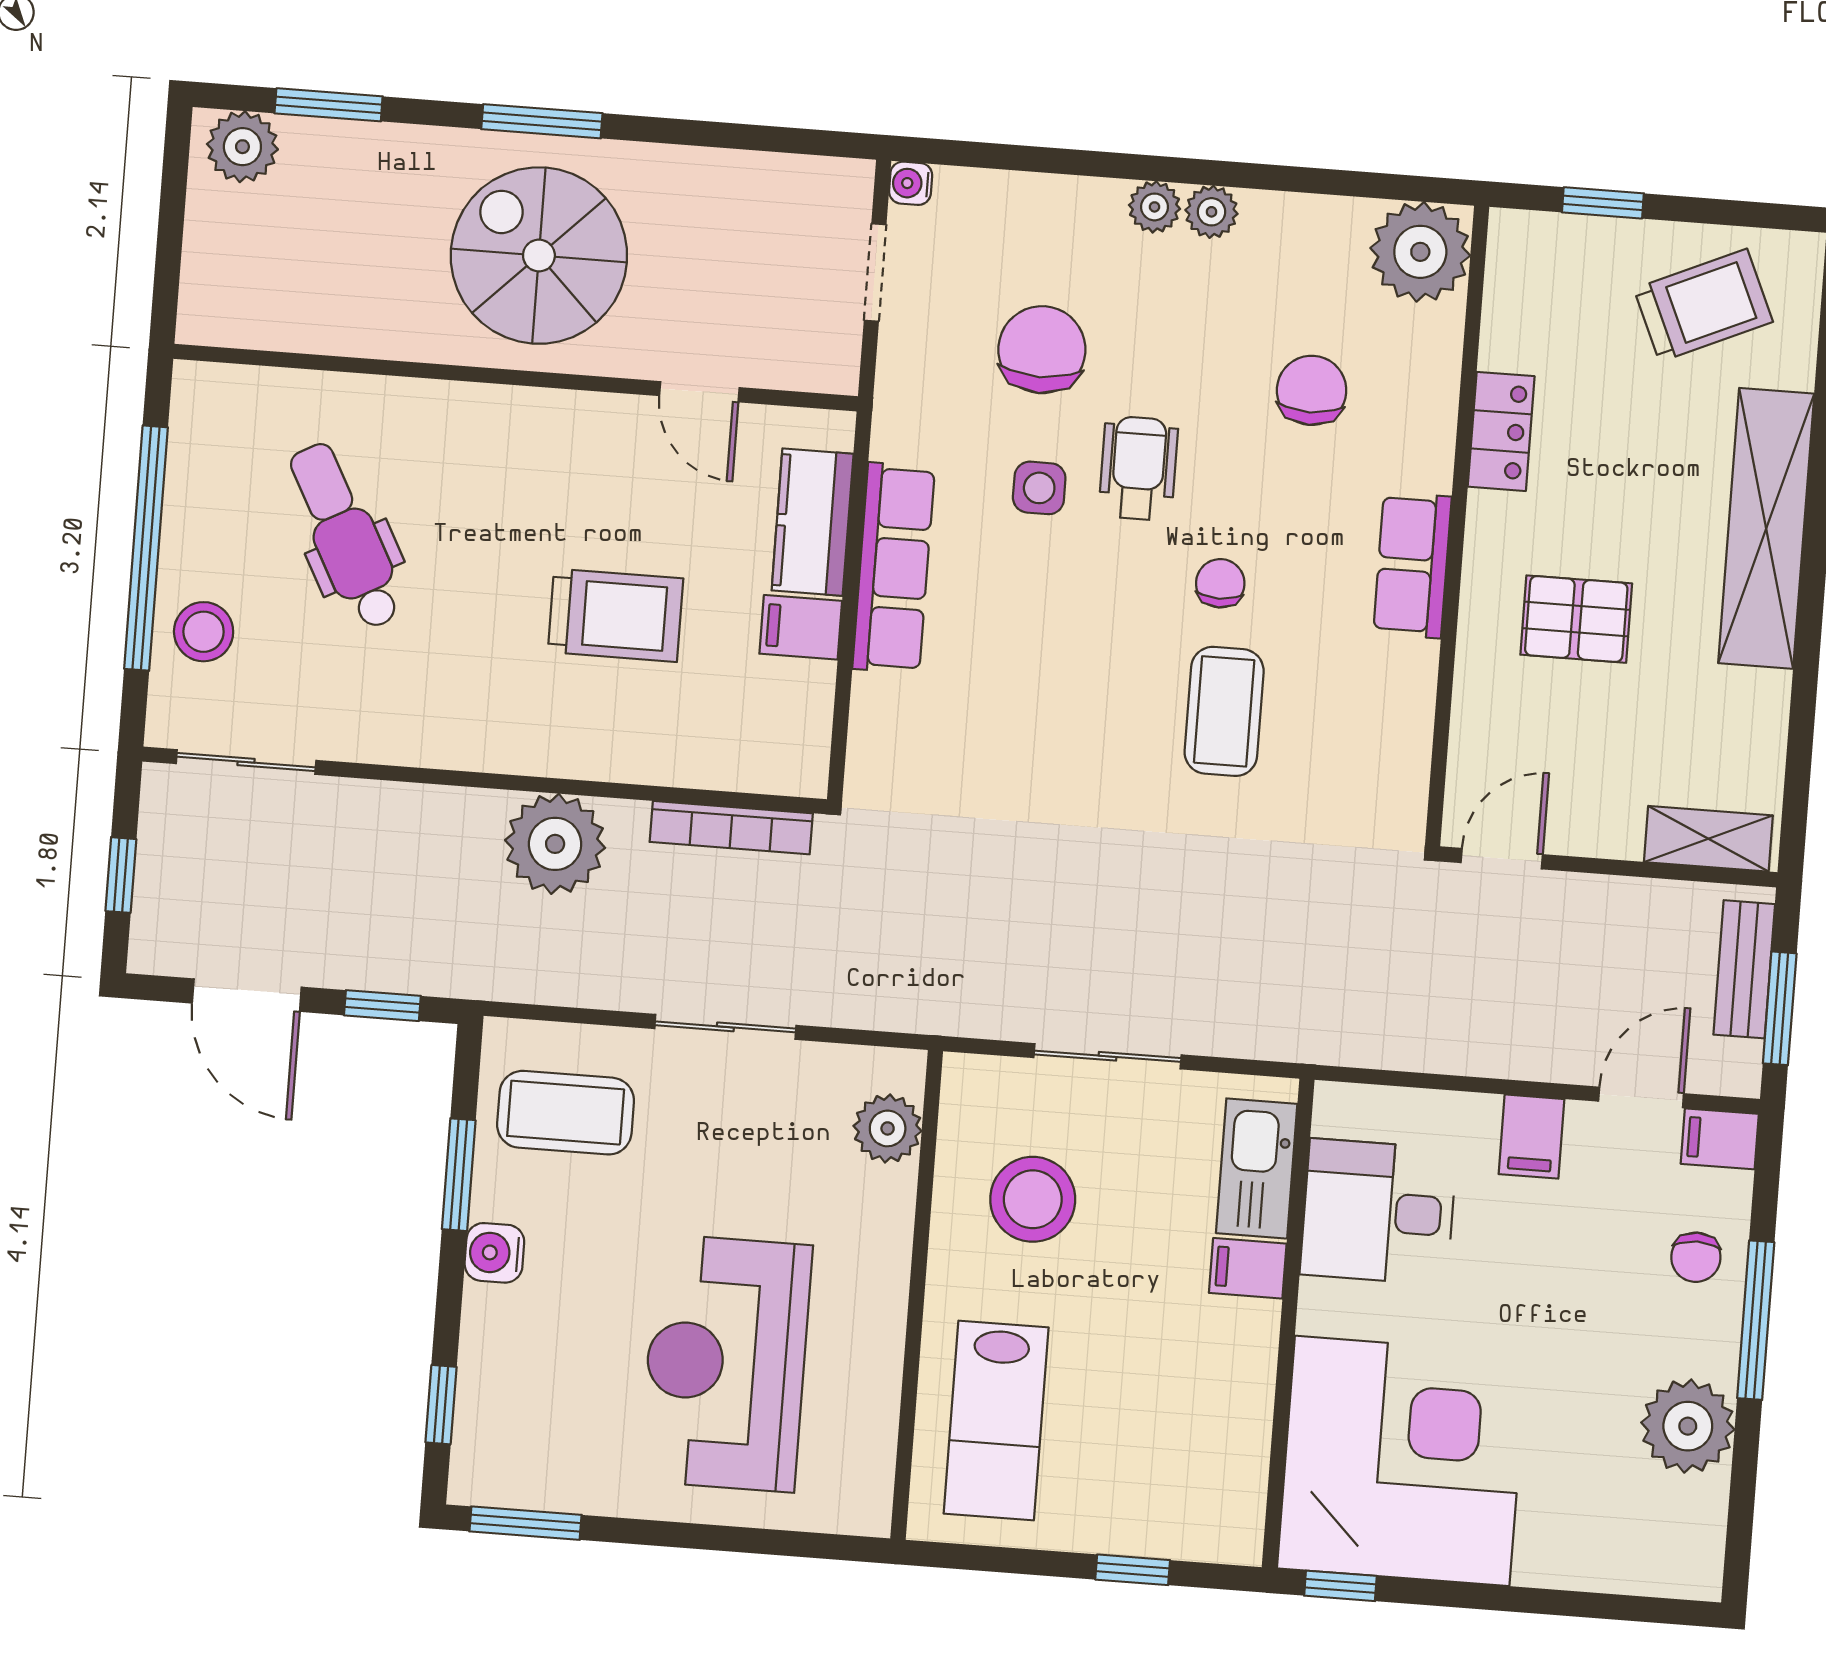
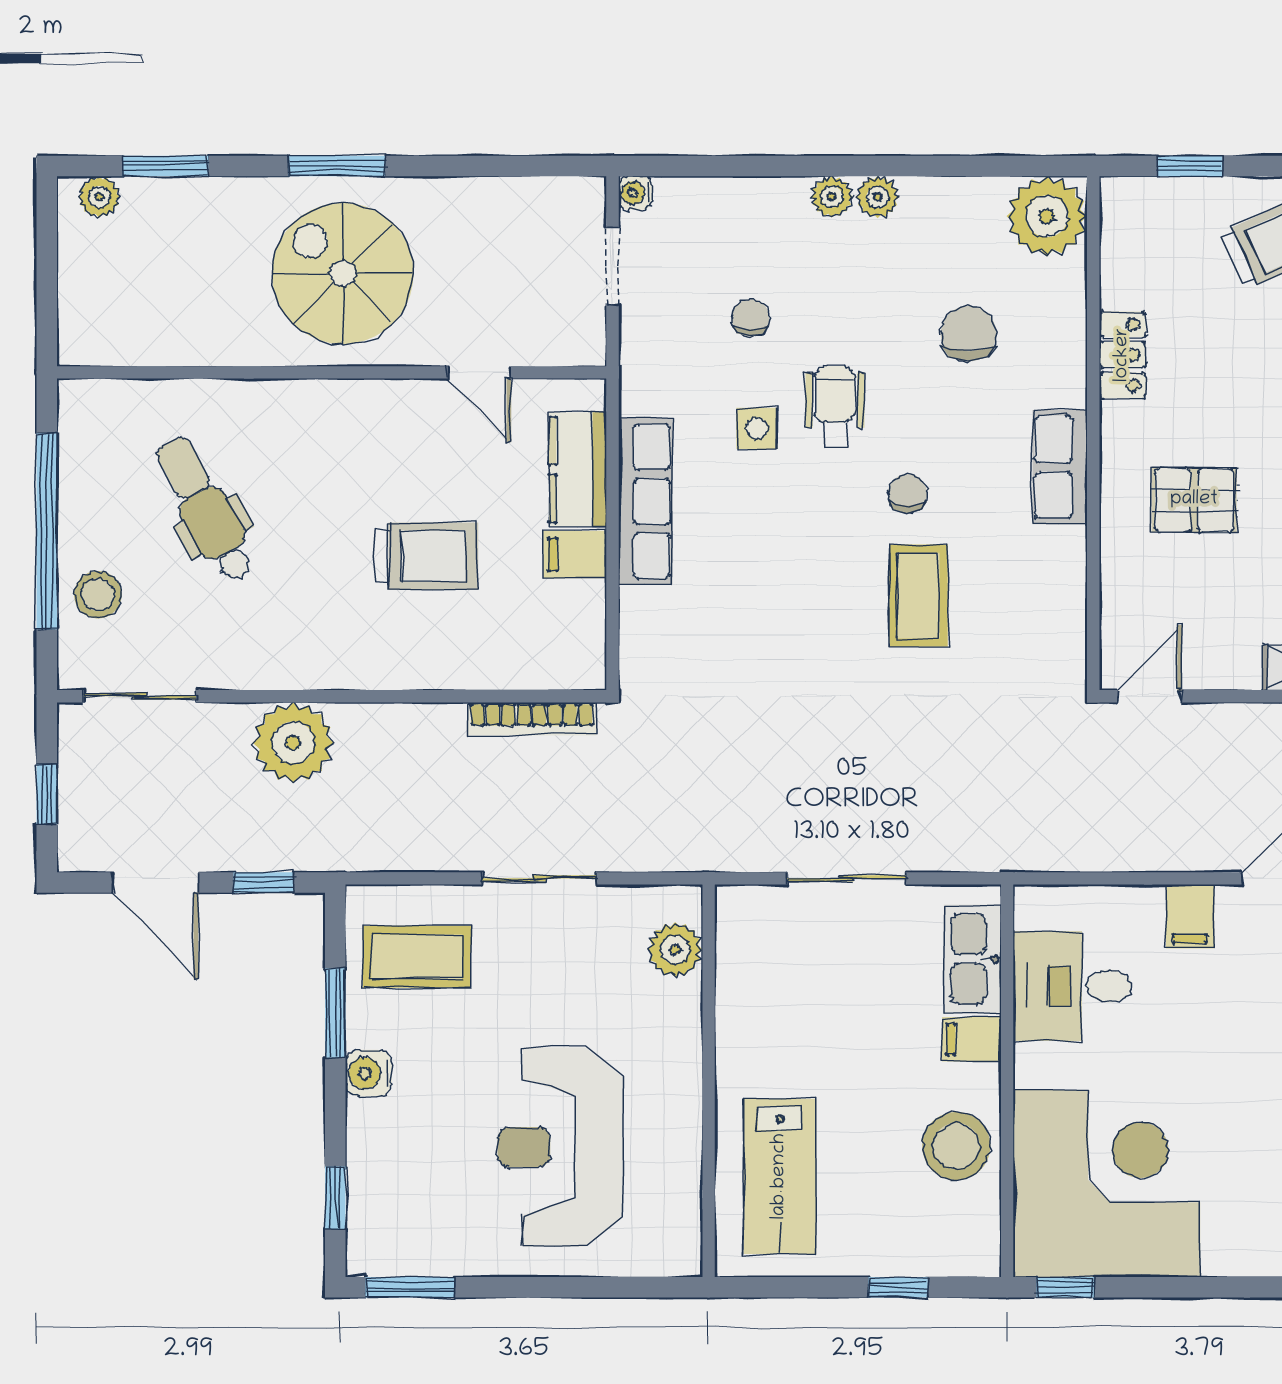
plant: (242, 147) -> (99, 197), width x0.73, depth x0.73
chair: (1042, 350) -> (751, 318), width x0.54, depth x0.54
plant: (555, 844) -> (293, 743), moved
stool: (1033, 1199) -> (956, 1146), moved

